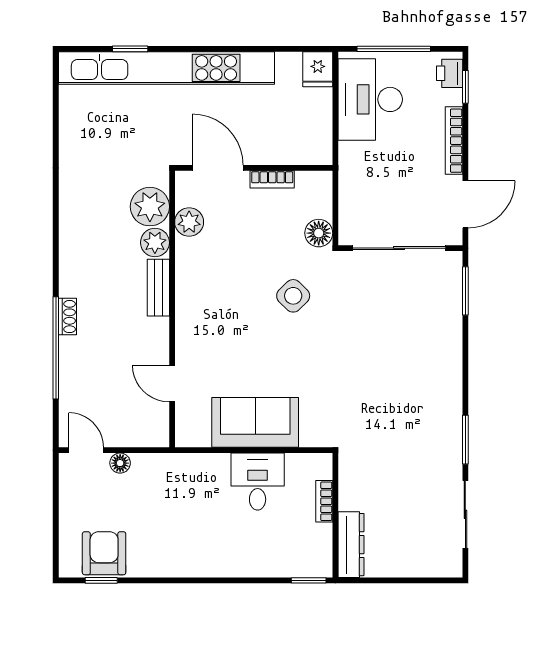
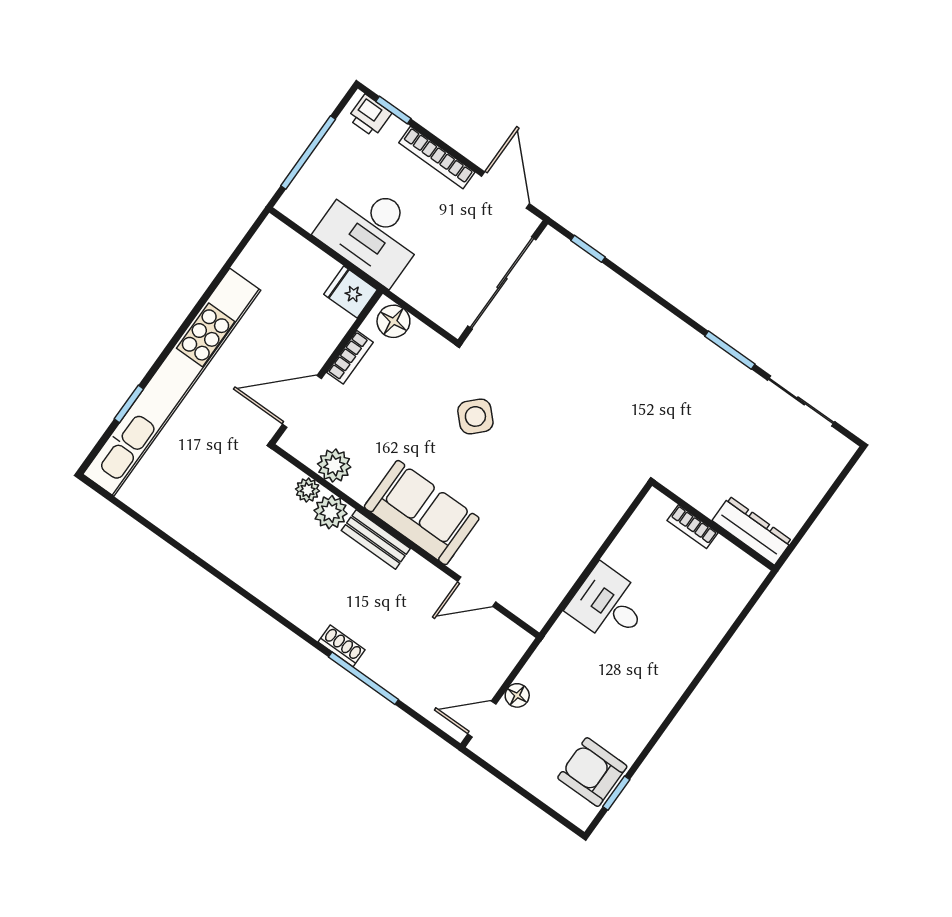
fridge: (318, 69) -> (350, 292), moved, turned 180
desk: (370, 99) -> (372, 232), moved
plant: (150, 207) -> (308, 490), width x0.53, depth x0.53
floor lamp: (319, 233) -> (393, 321), moved
window: (465, 291) -> (588, 249), width x0.67
window: (56, 348) -> (363, 678), width x0.68
sofa: (255, 422) -> (422, 513), moved, turned 90
desk: (258, 482) -> (608, 605), moved
window: (309, 580) -> (757, 595), removed

